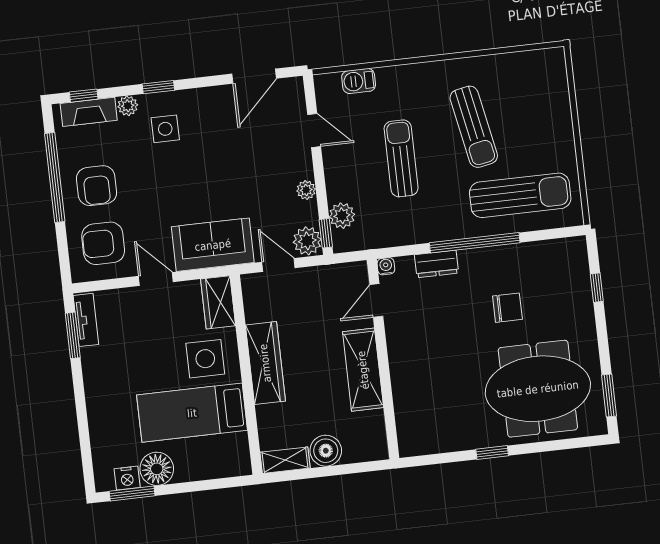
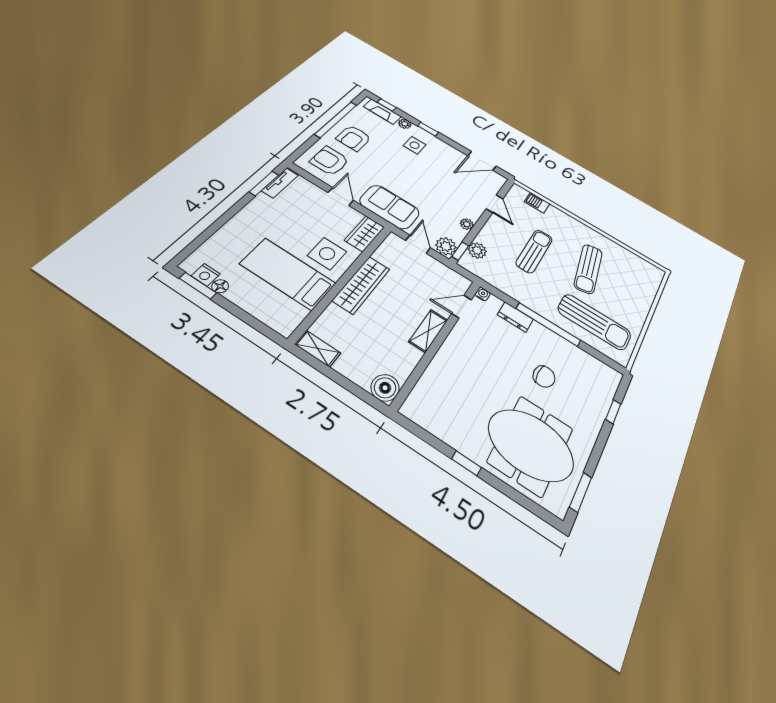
shelving: (363, 370) -> (428, 331), width x0.67, depth x0.75
boiler: (326, 451) -> (385, 388), moved
floor lamp: (157, 469) -> (220, 286), width x0.53, depth x0.53

